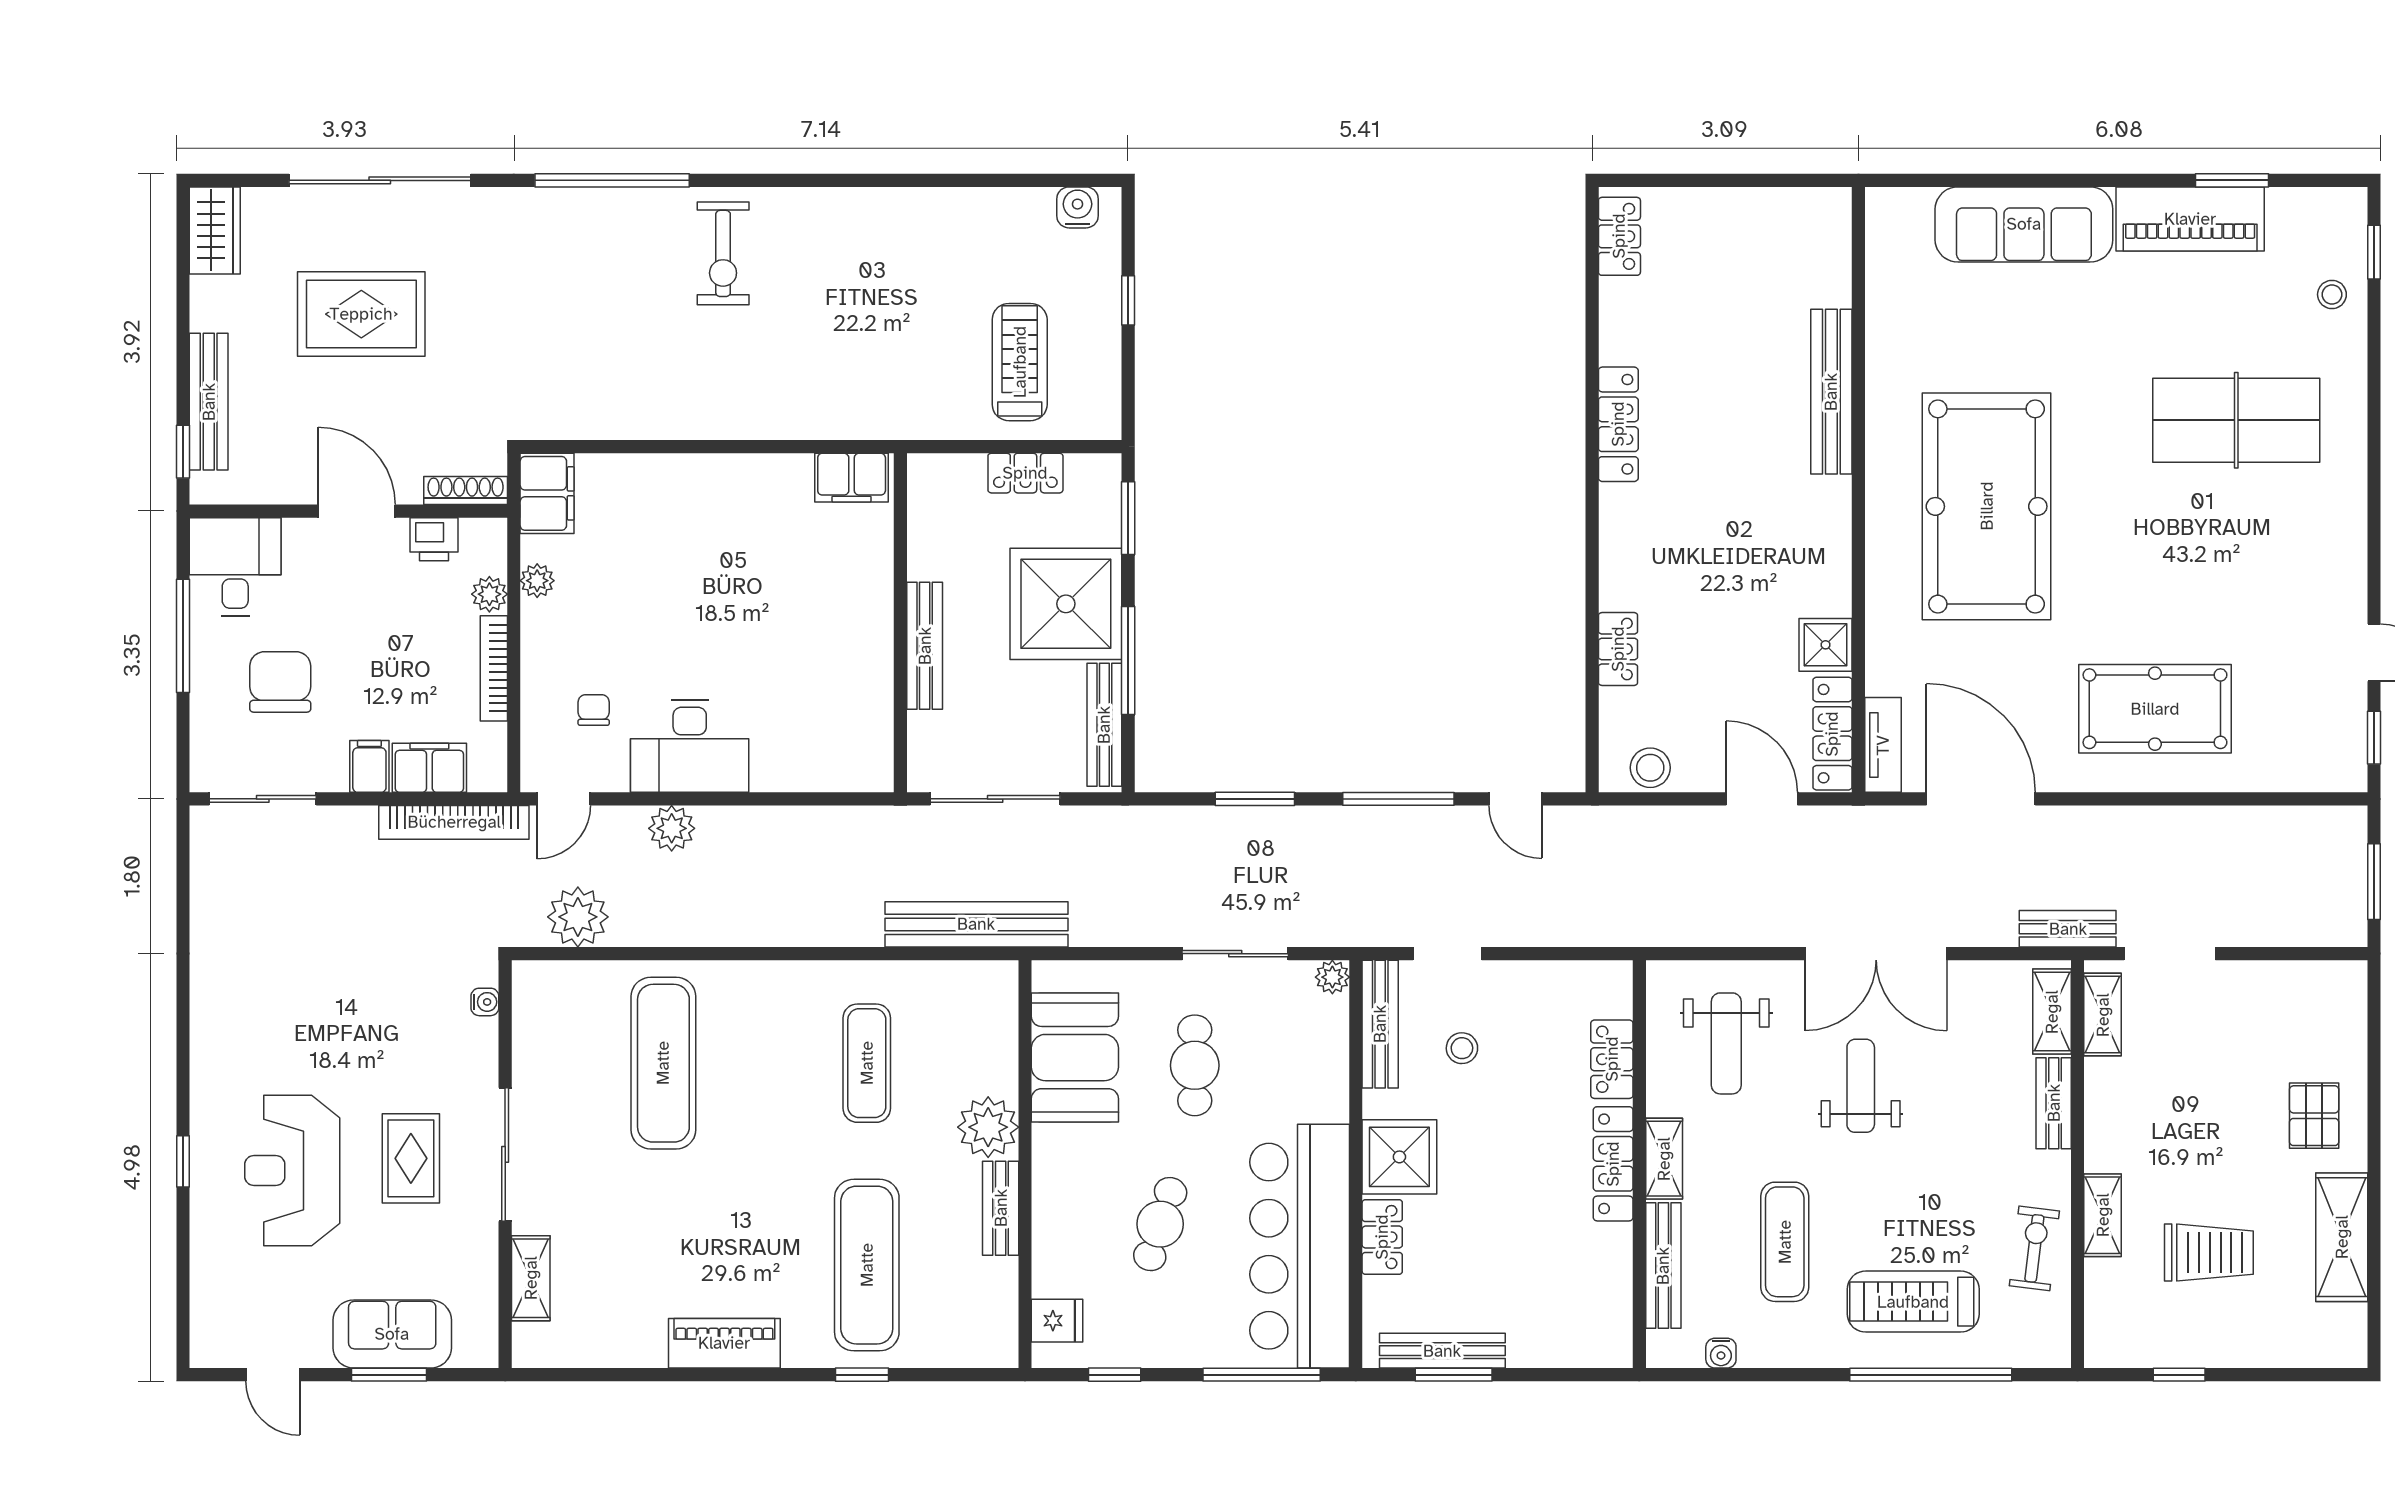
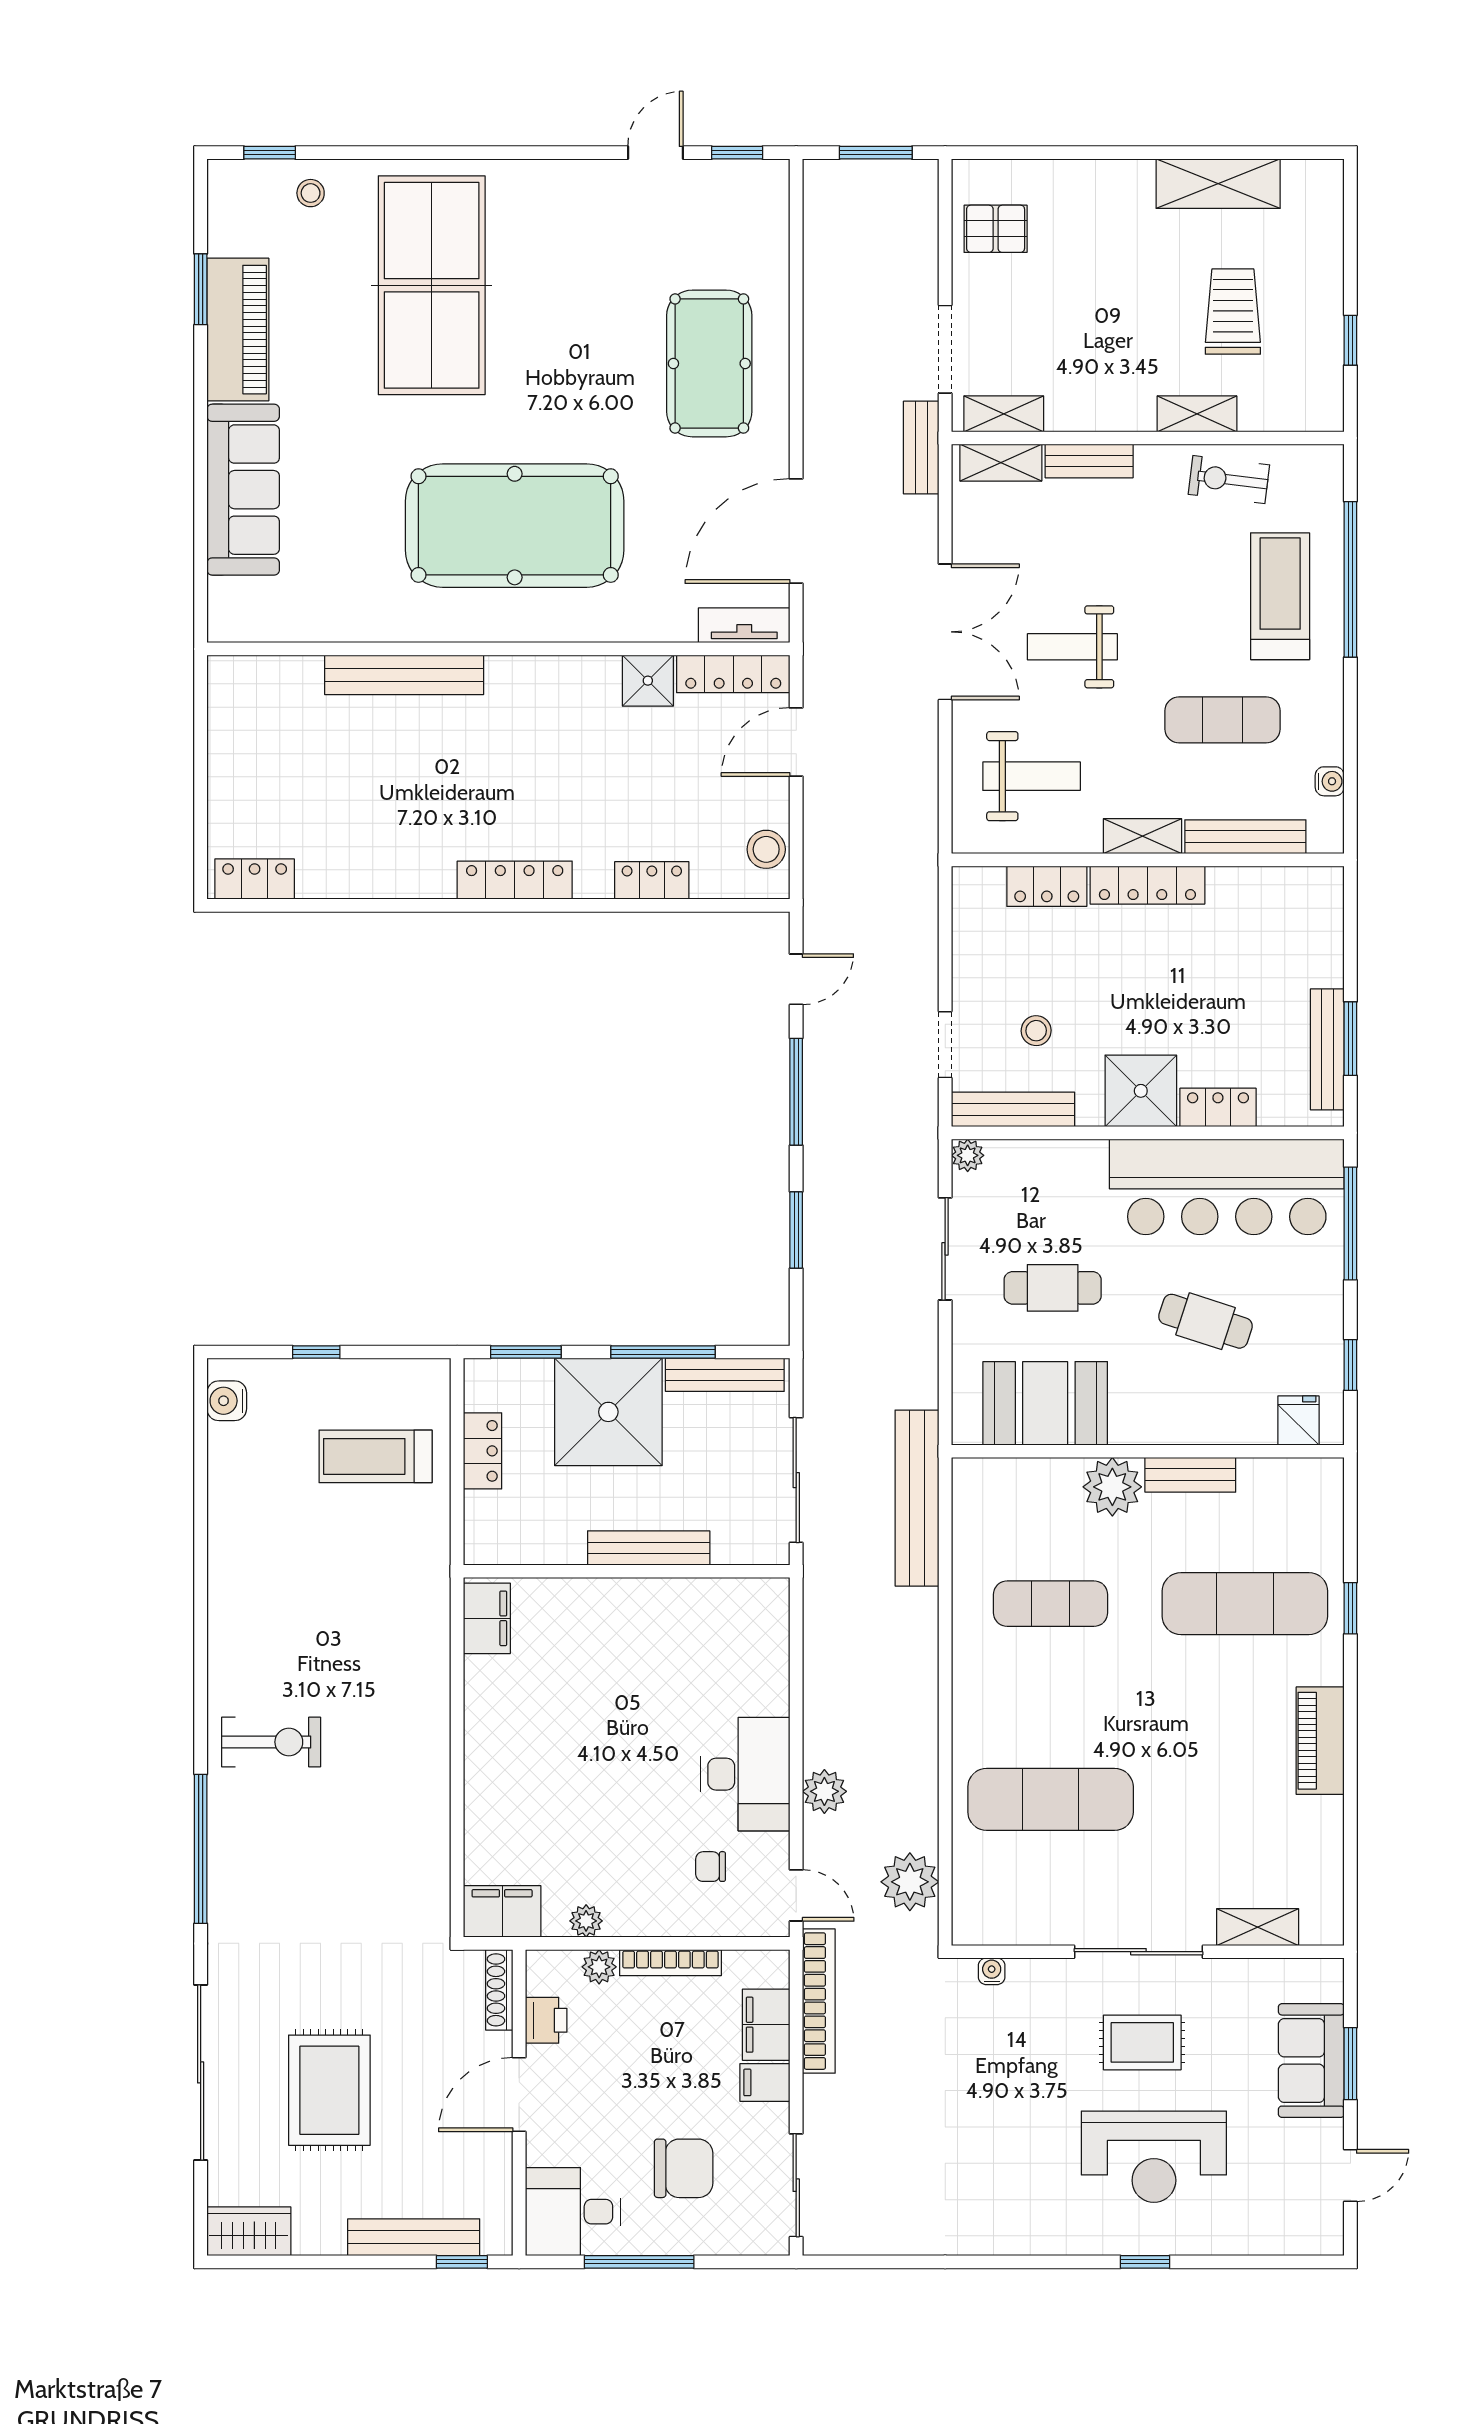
table tennis table: (2236, 420) -> (432, 285), width x1.36, depth x1.32
locker: (1618, 424) -> (515, 880), moved
chair: (280, 682) -> (684, 2168), turned 180
pallet: (2314, 1116) -> (996, 229), moved
treadmill: (1913, 1302) -> (1280, 596), turned 180

